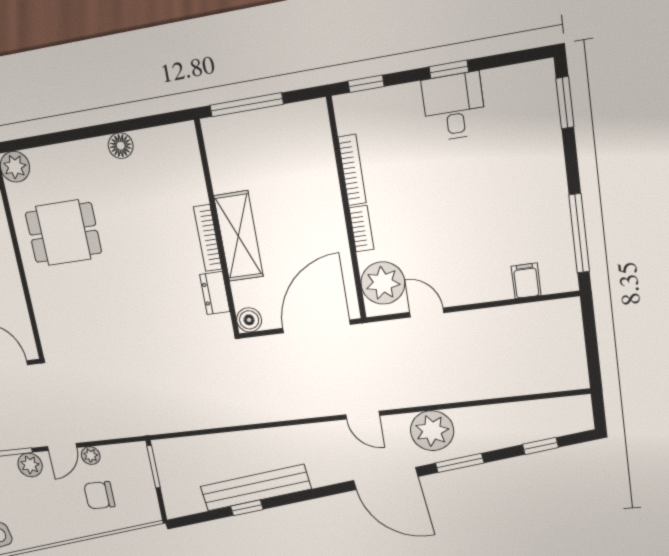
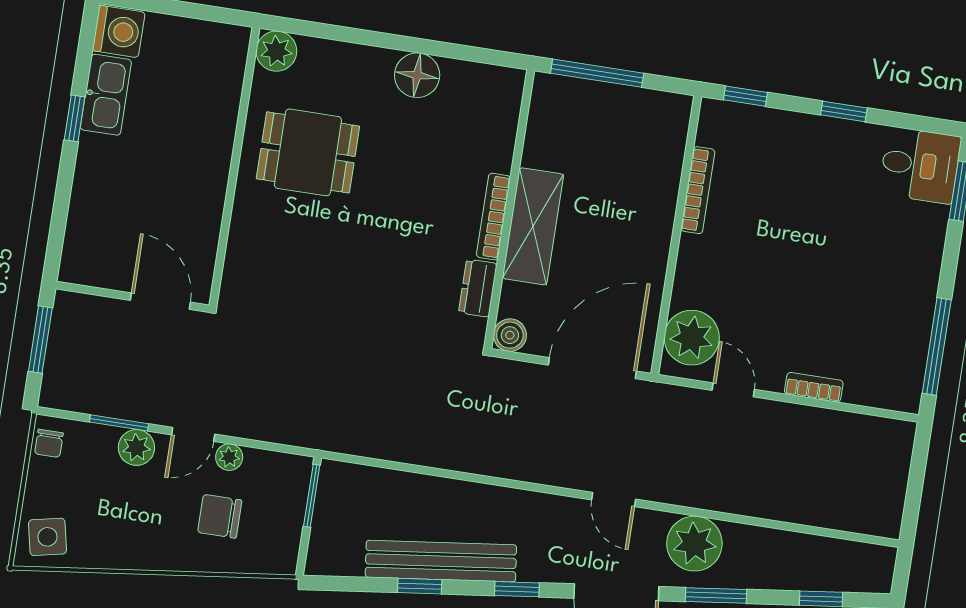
desk: (454, 107) -> (920, 165), moved, turned 90
floor lamp: (121, 146) -> (417, 75), width x1.38, depth x1.38
bookcase: (361, 229) -> (814, 387), moved, turned -90
filing cabinet: (526, 281) -> (861, 385), removed
window: (314, 494) -> (517, 589), added

